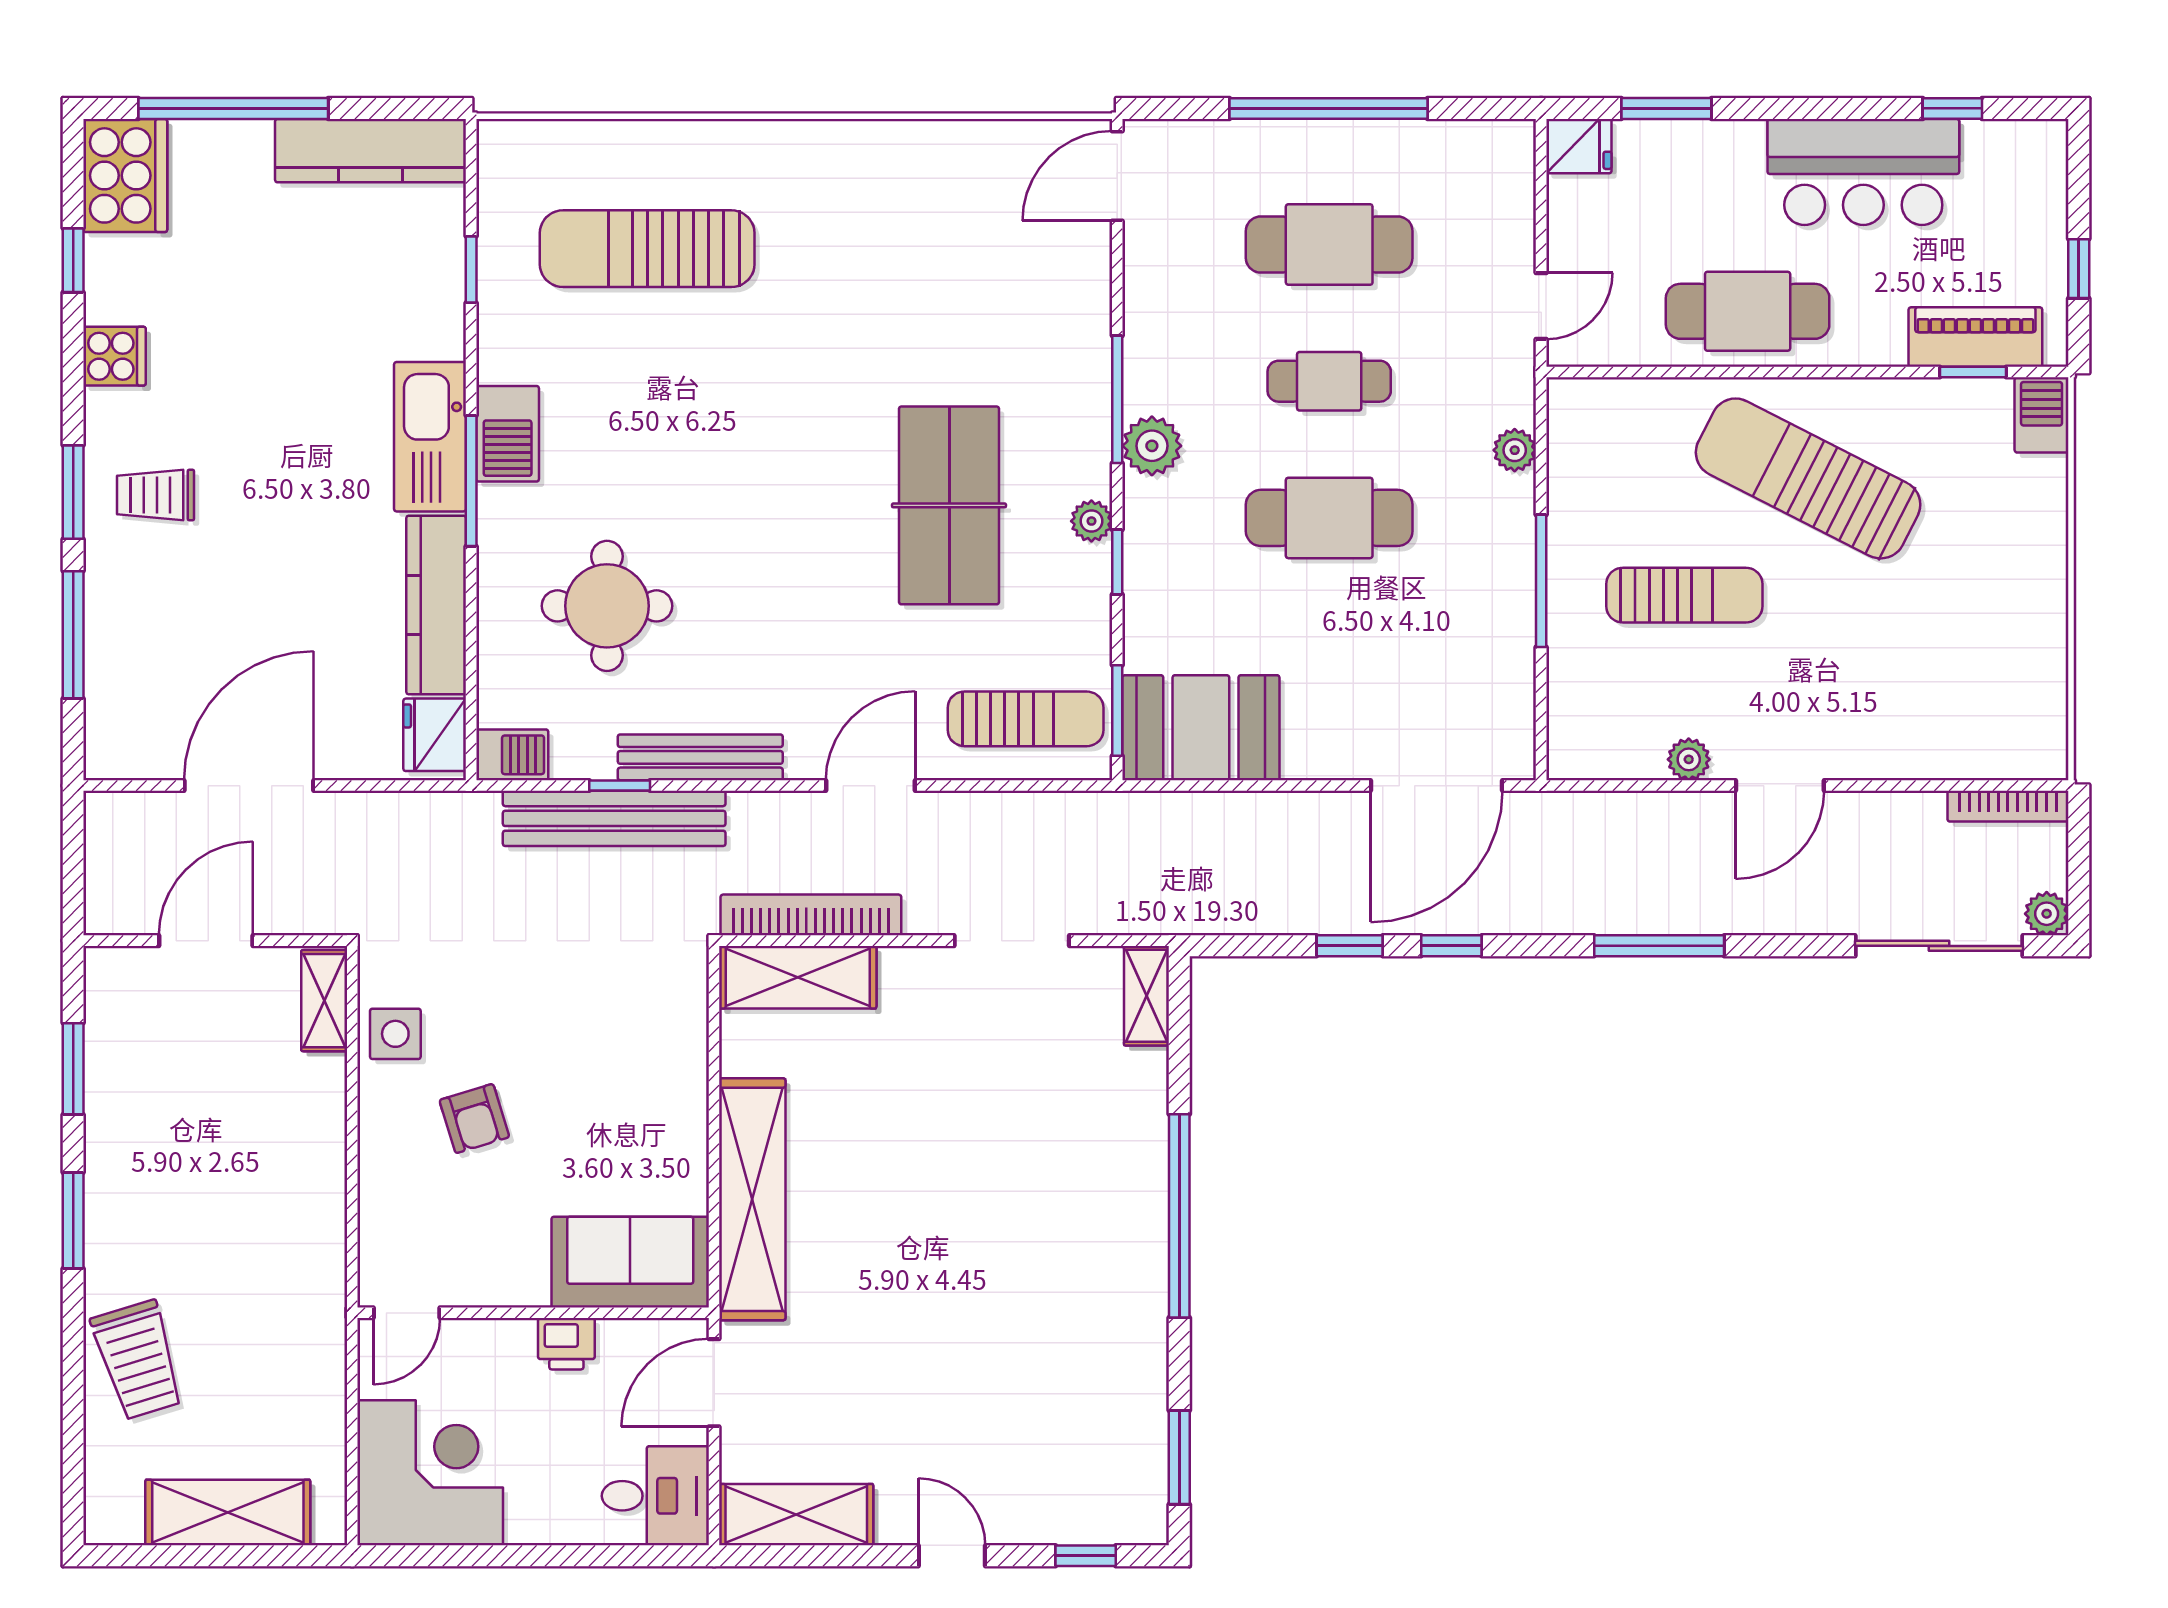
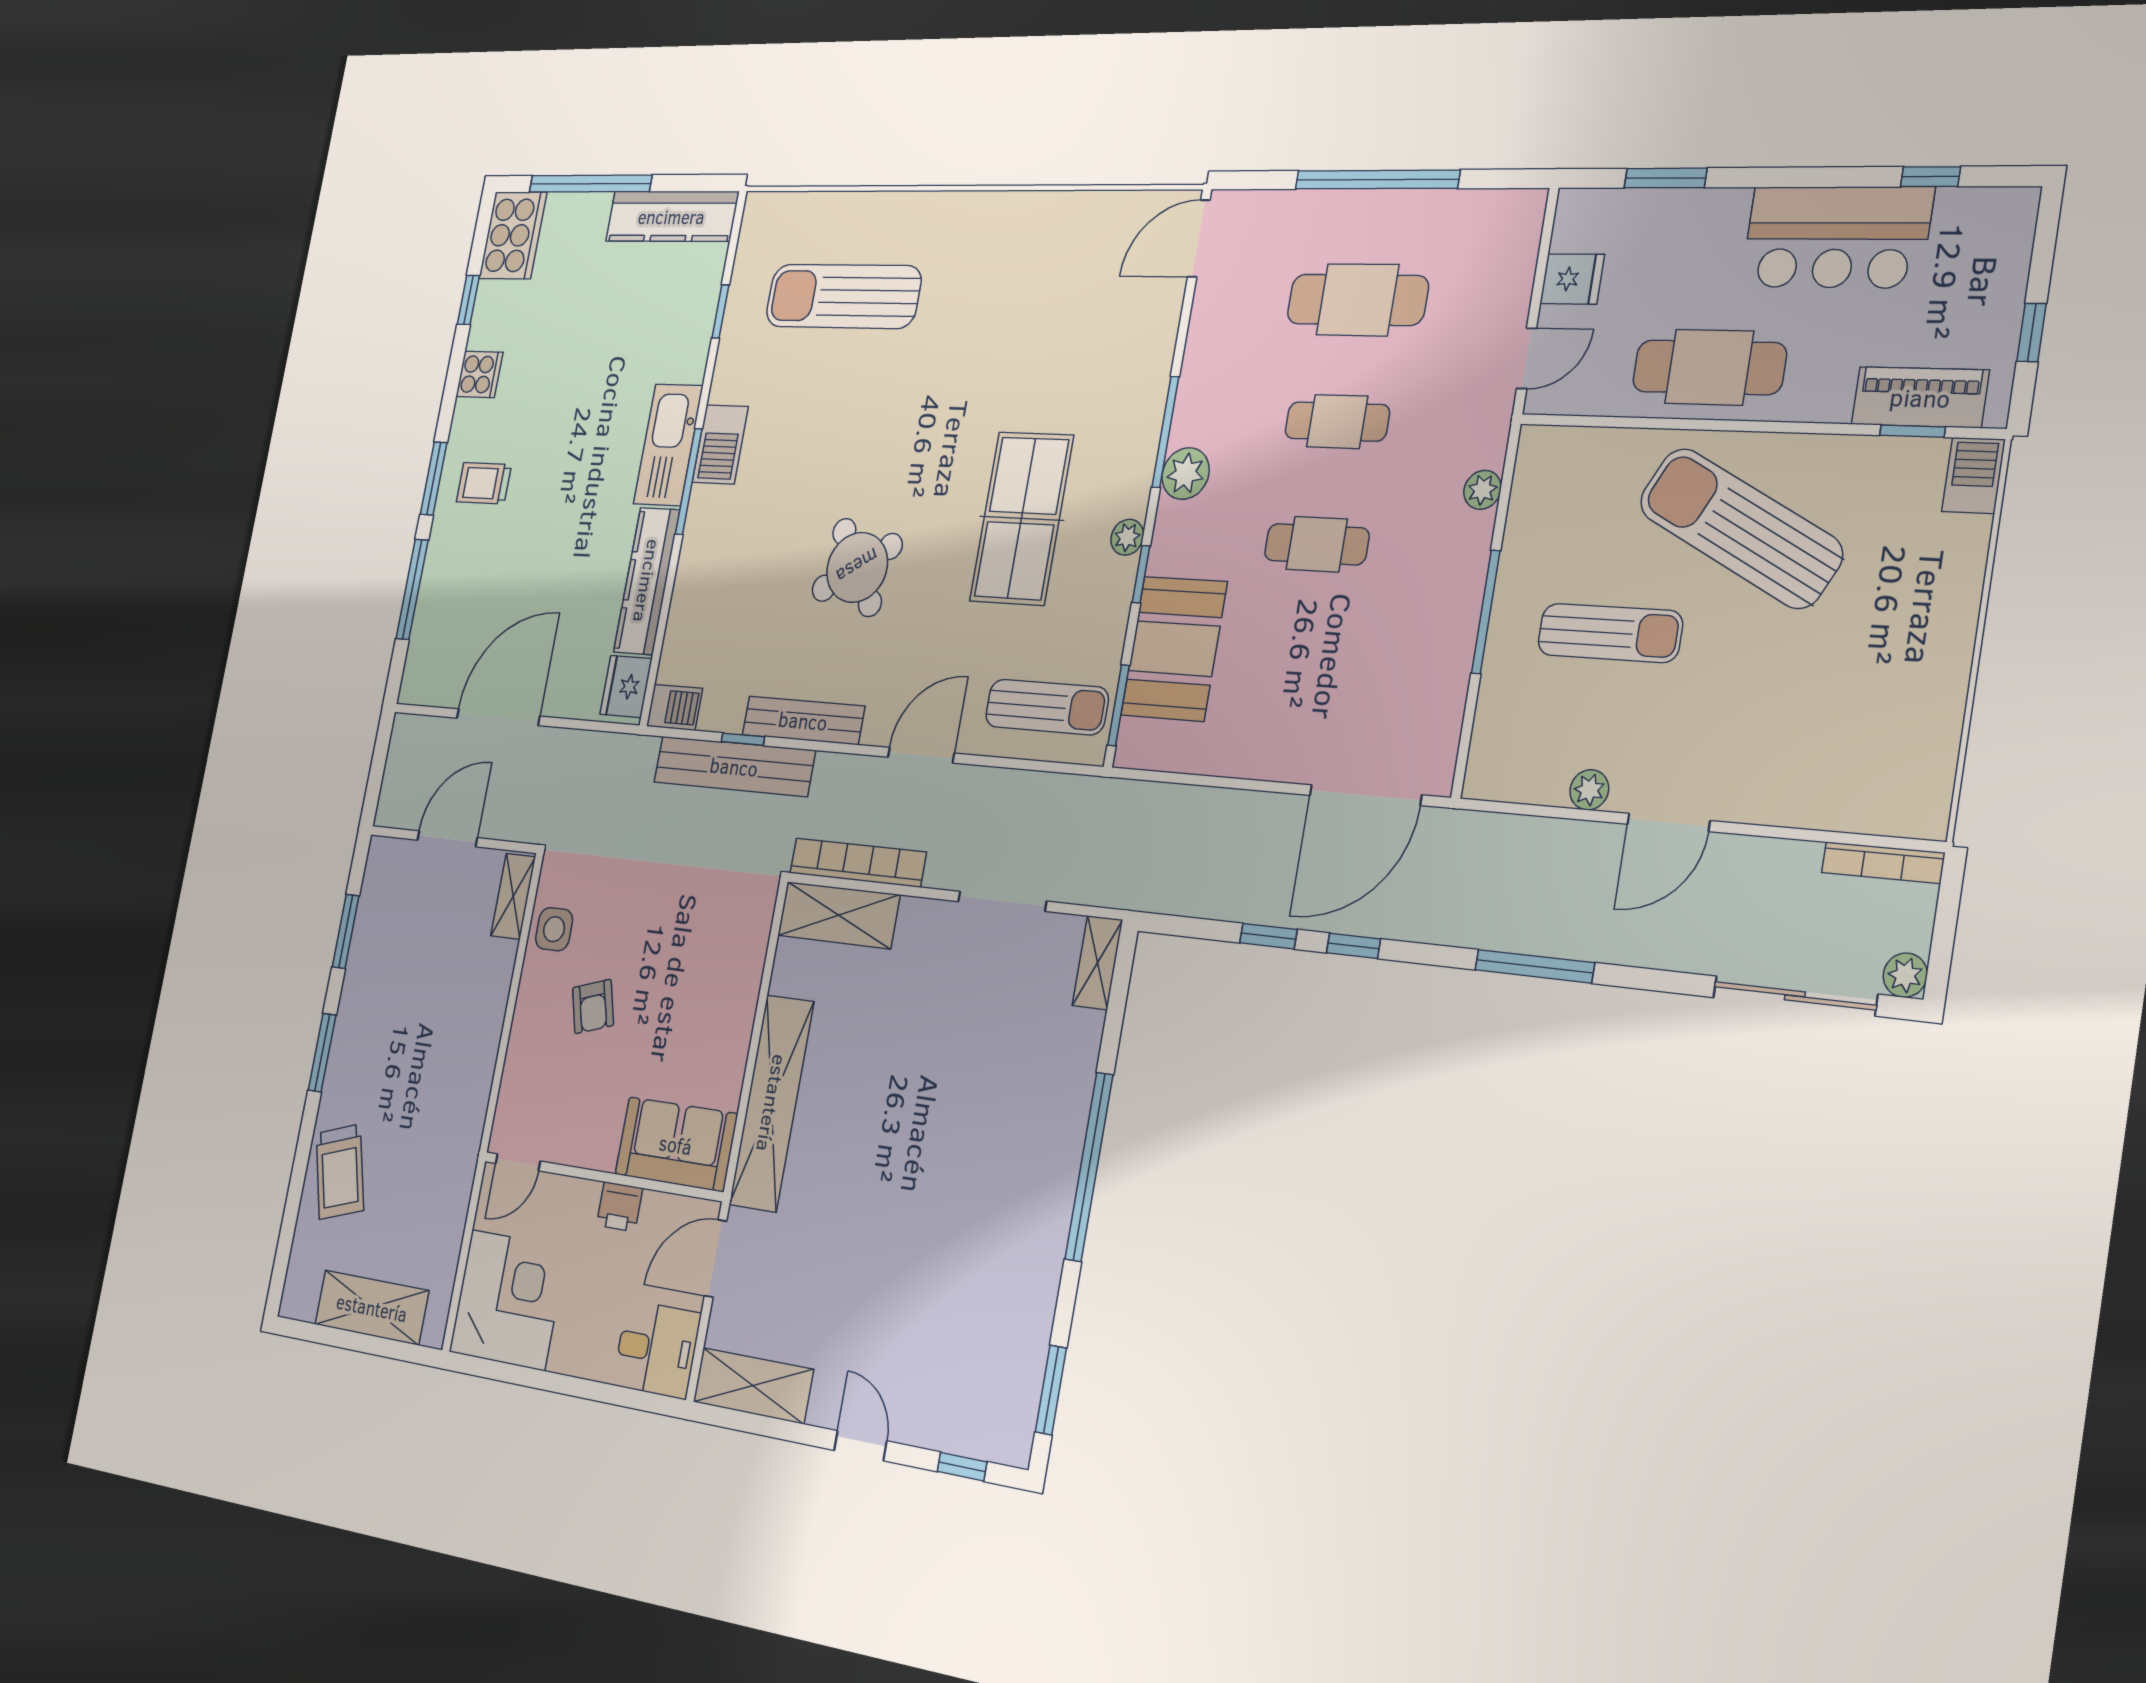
fridge: (1579, 146) -> (1572, 279), moved
cafe table: (1329, 518) -> (1317, 544), width x0.73, depth x0.74
round table: (607, 606) -> (857, 567), moved, turned -33
booth: (1201, 728) -> (1174, 649), moved, turned 90

